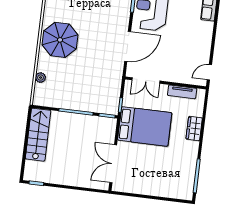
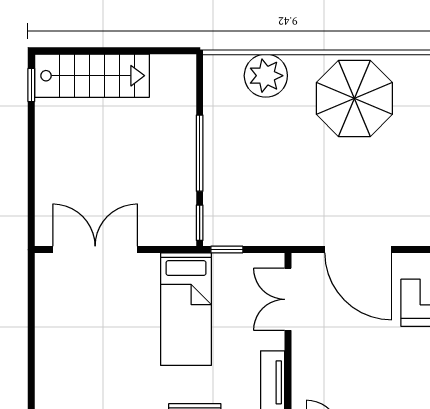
plant: (41, 78) -> (266, 76), width x1.88, depth x1.88
bed: (145, 126) -> (186, 309), width x0.67
stairs: (38, 135) -> (92, 76), moved

